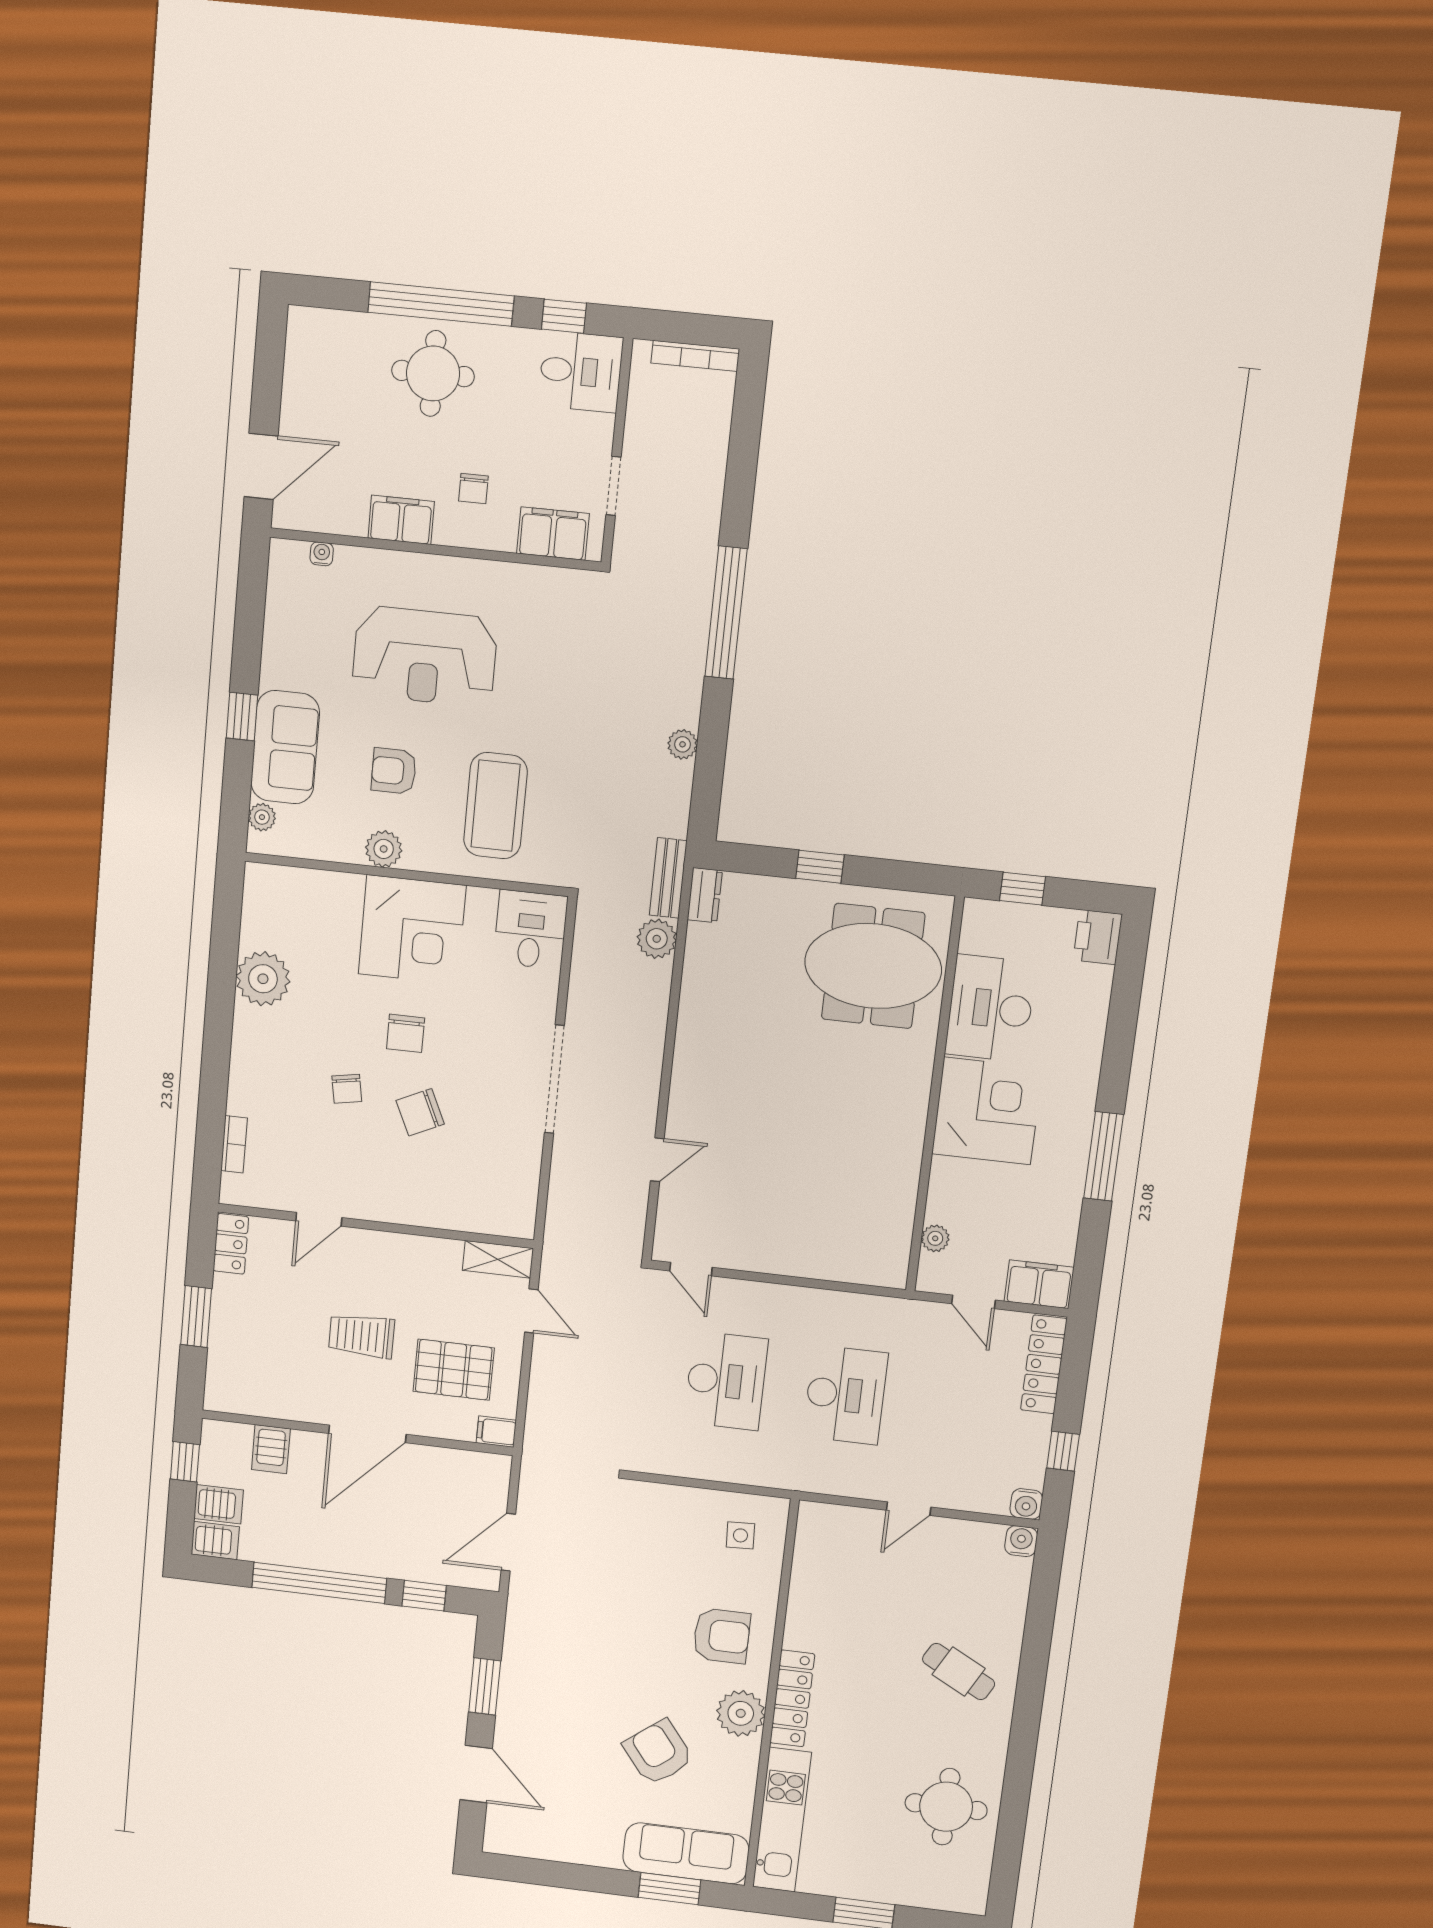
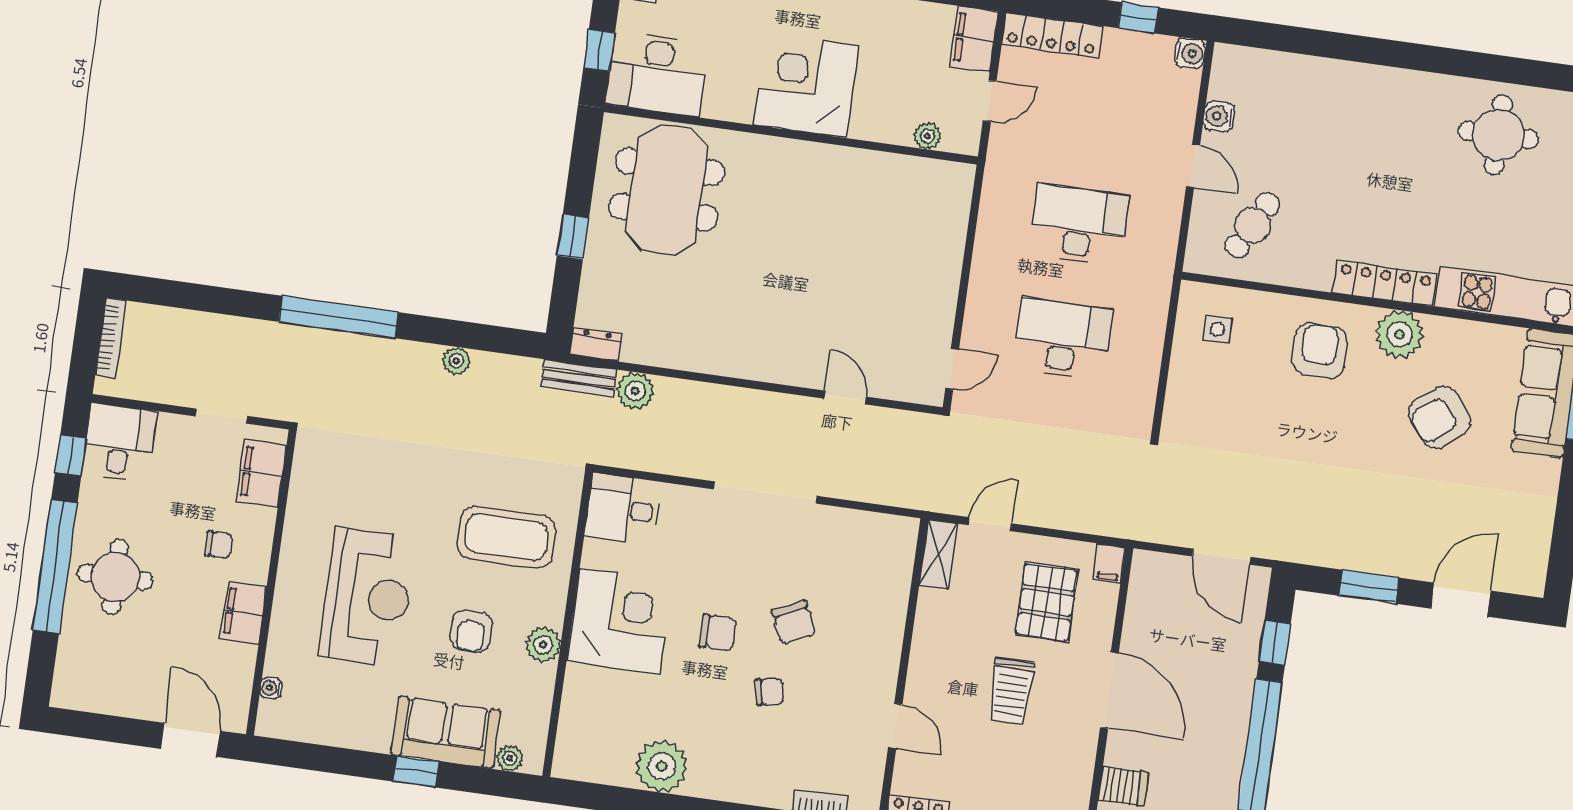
desk: (990, 1008) -> (657, 74), moved
water cooler: (1021, 1541) -> (1219, 116), moved
cafe table: (959, 1672) -> (1252, 225), moved

